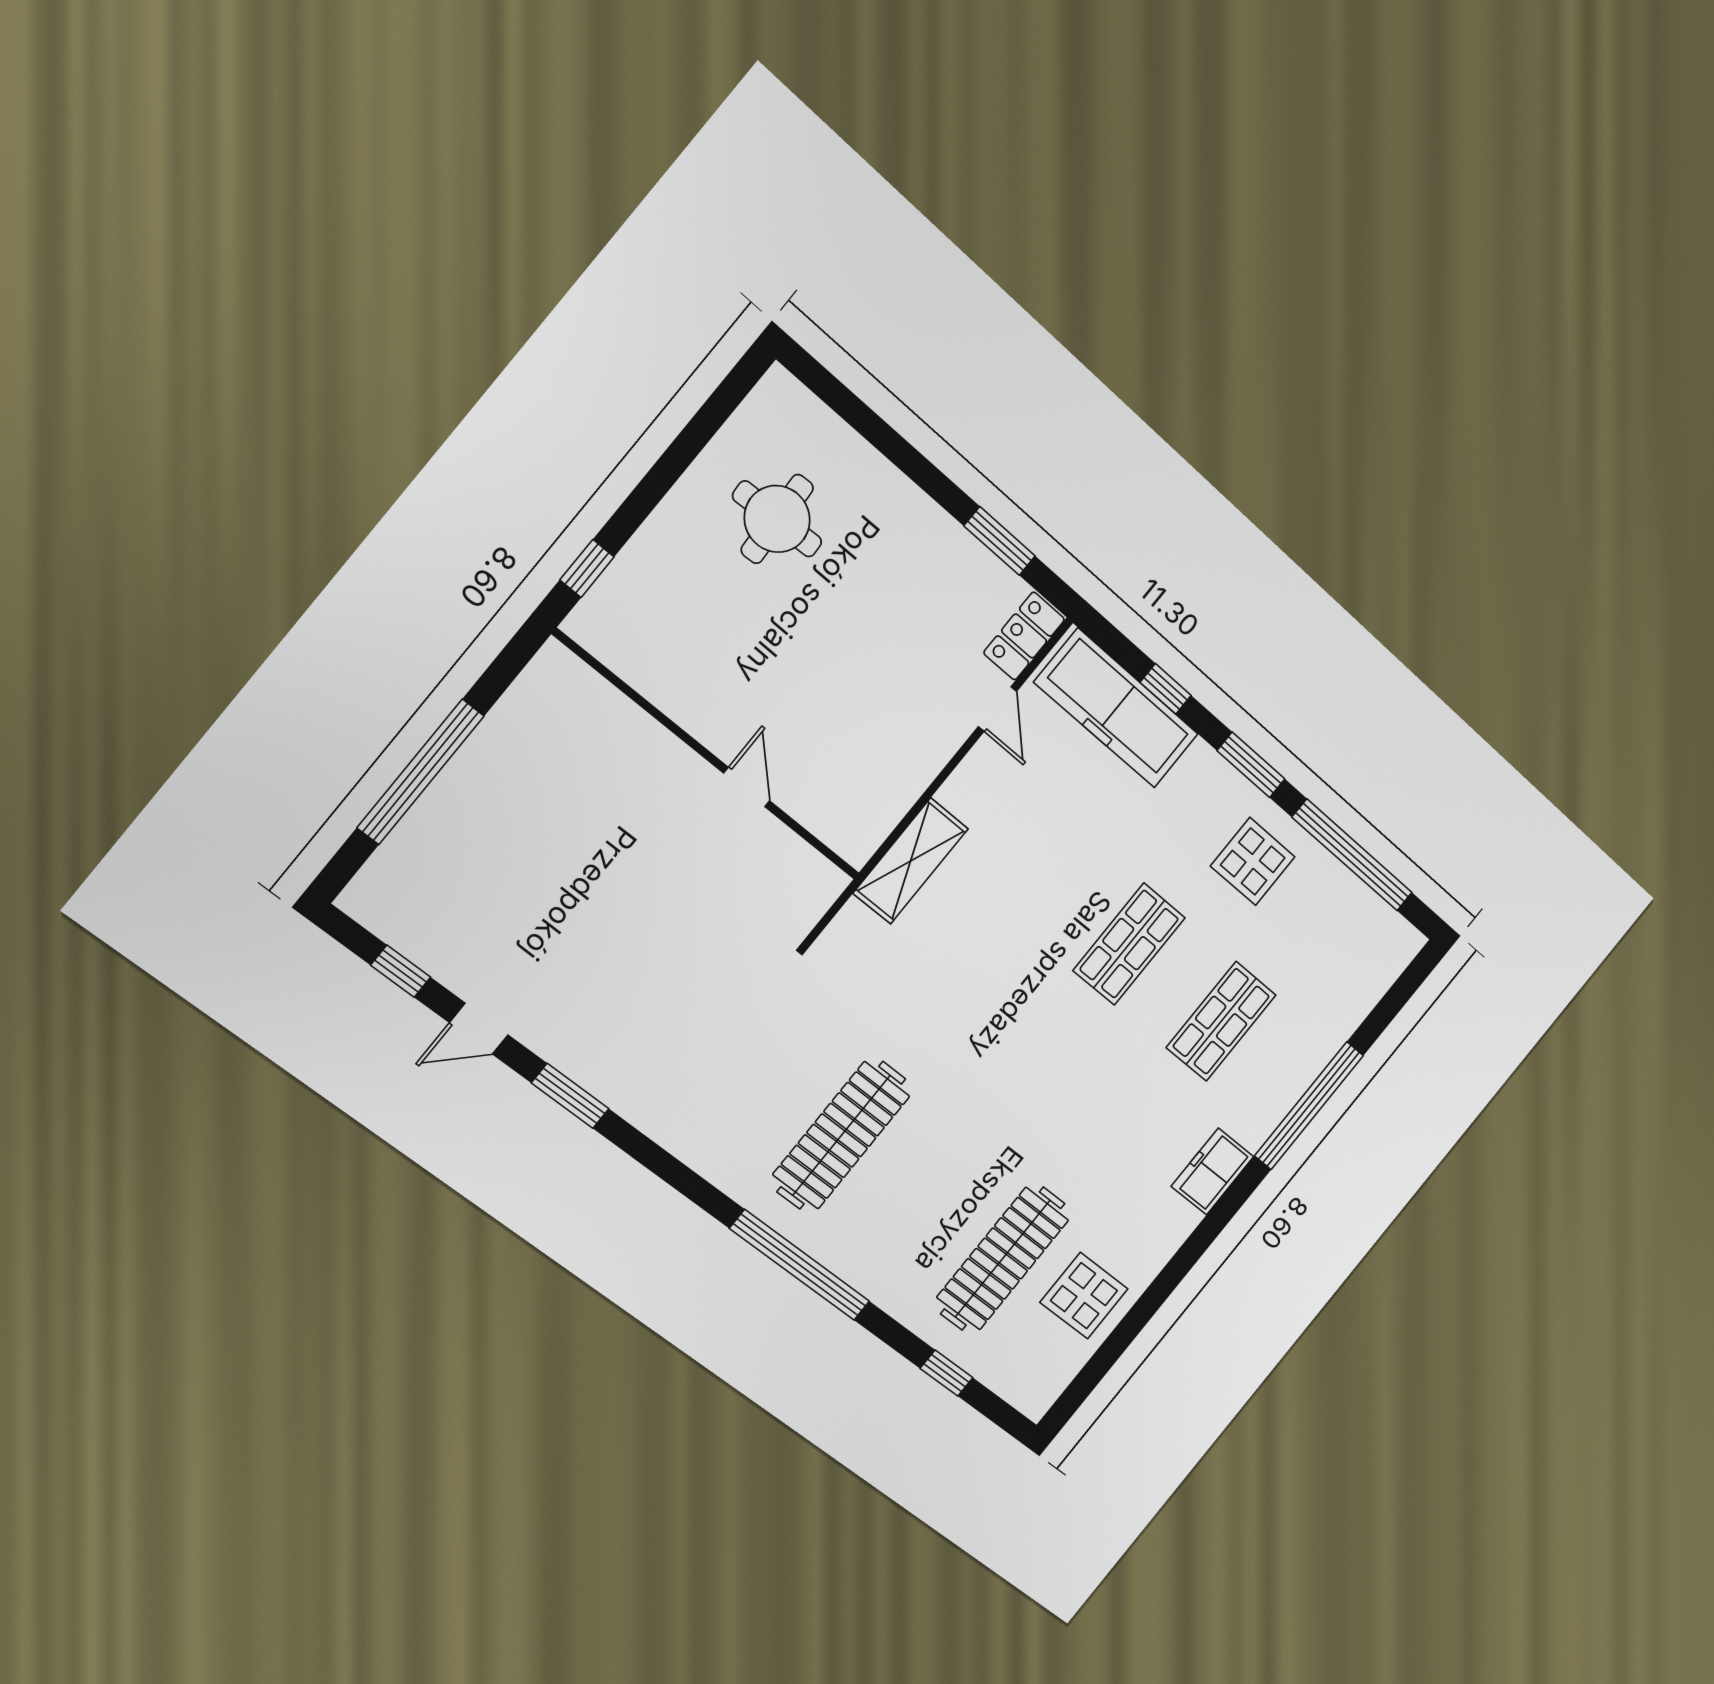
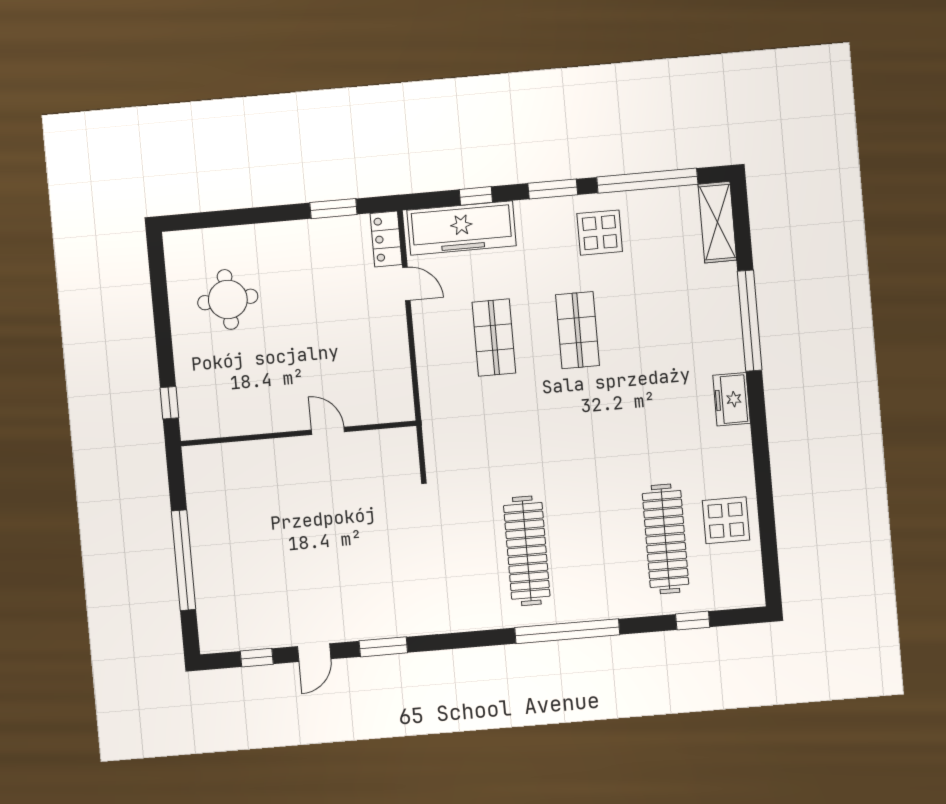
shelving: (911, 861) -> (717, 222), moved
shop shelf: (1221, 1021) -> (494, 338), moved

